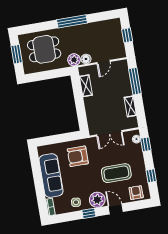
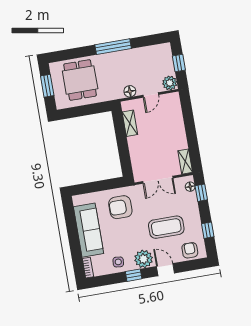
dining table: (44, 49) -> (80, 80), turned 90
plant: (74, 60) -> (170, 83), moved
window: (135, 81) -> (188, 118), removed
shelving: (130, 106) -> (185, 162), moved

